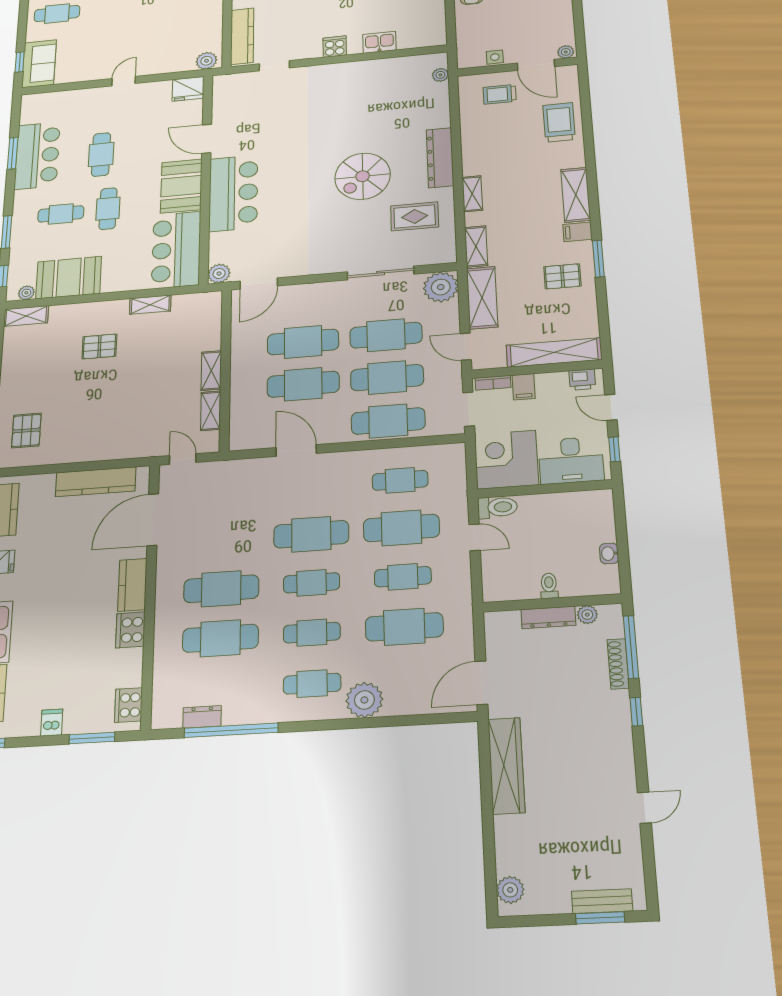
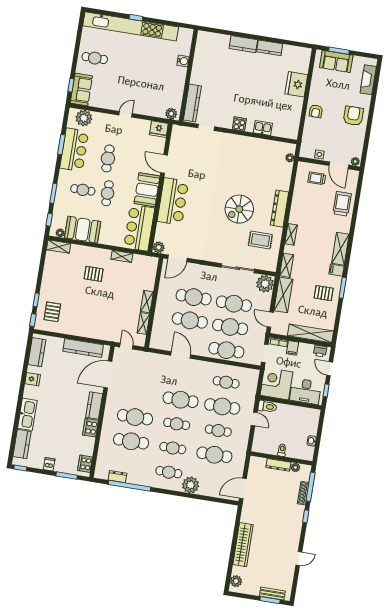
plant: (49, 104) -> (84, 118), added
wardrobe: (506, 766) -> (243, 545), moved

